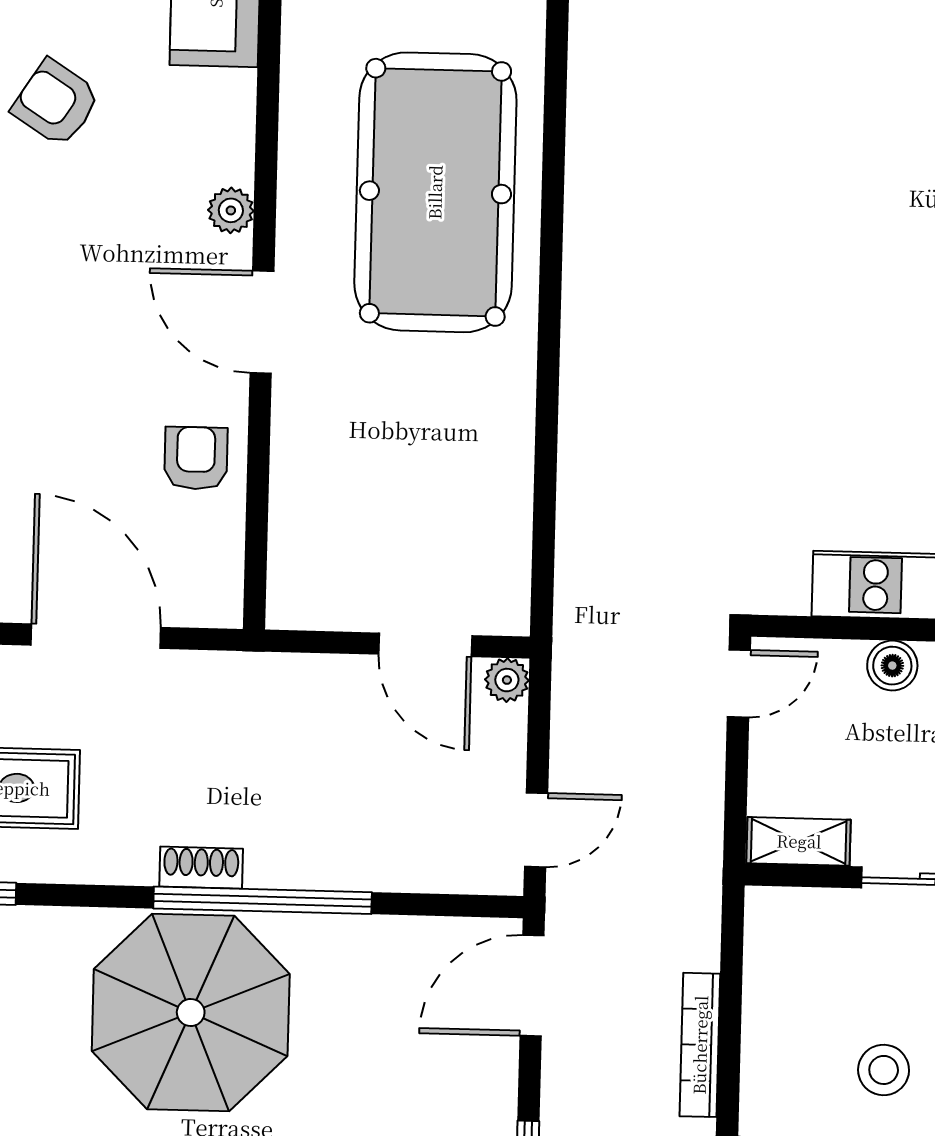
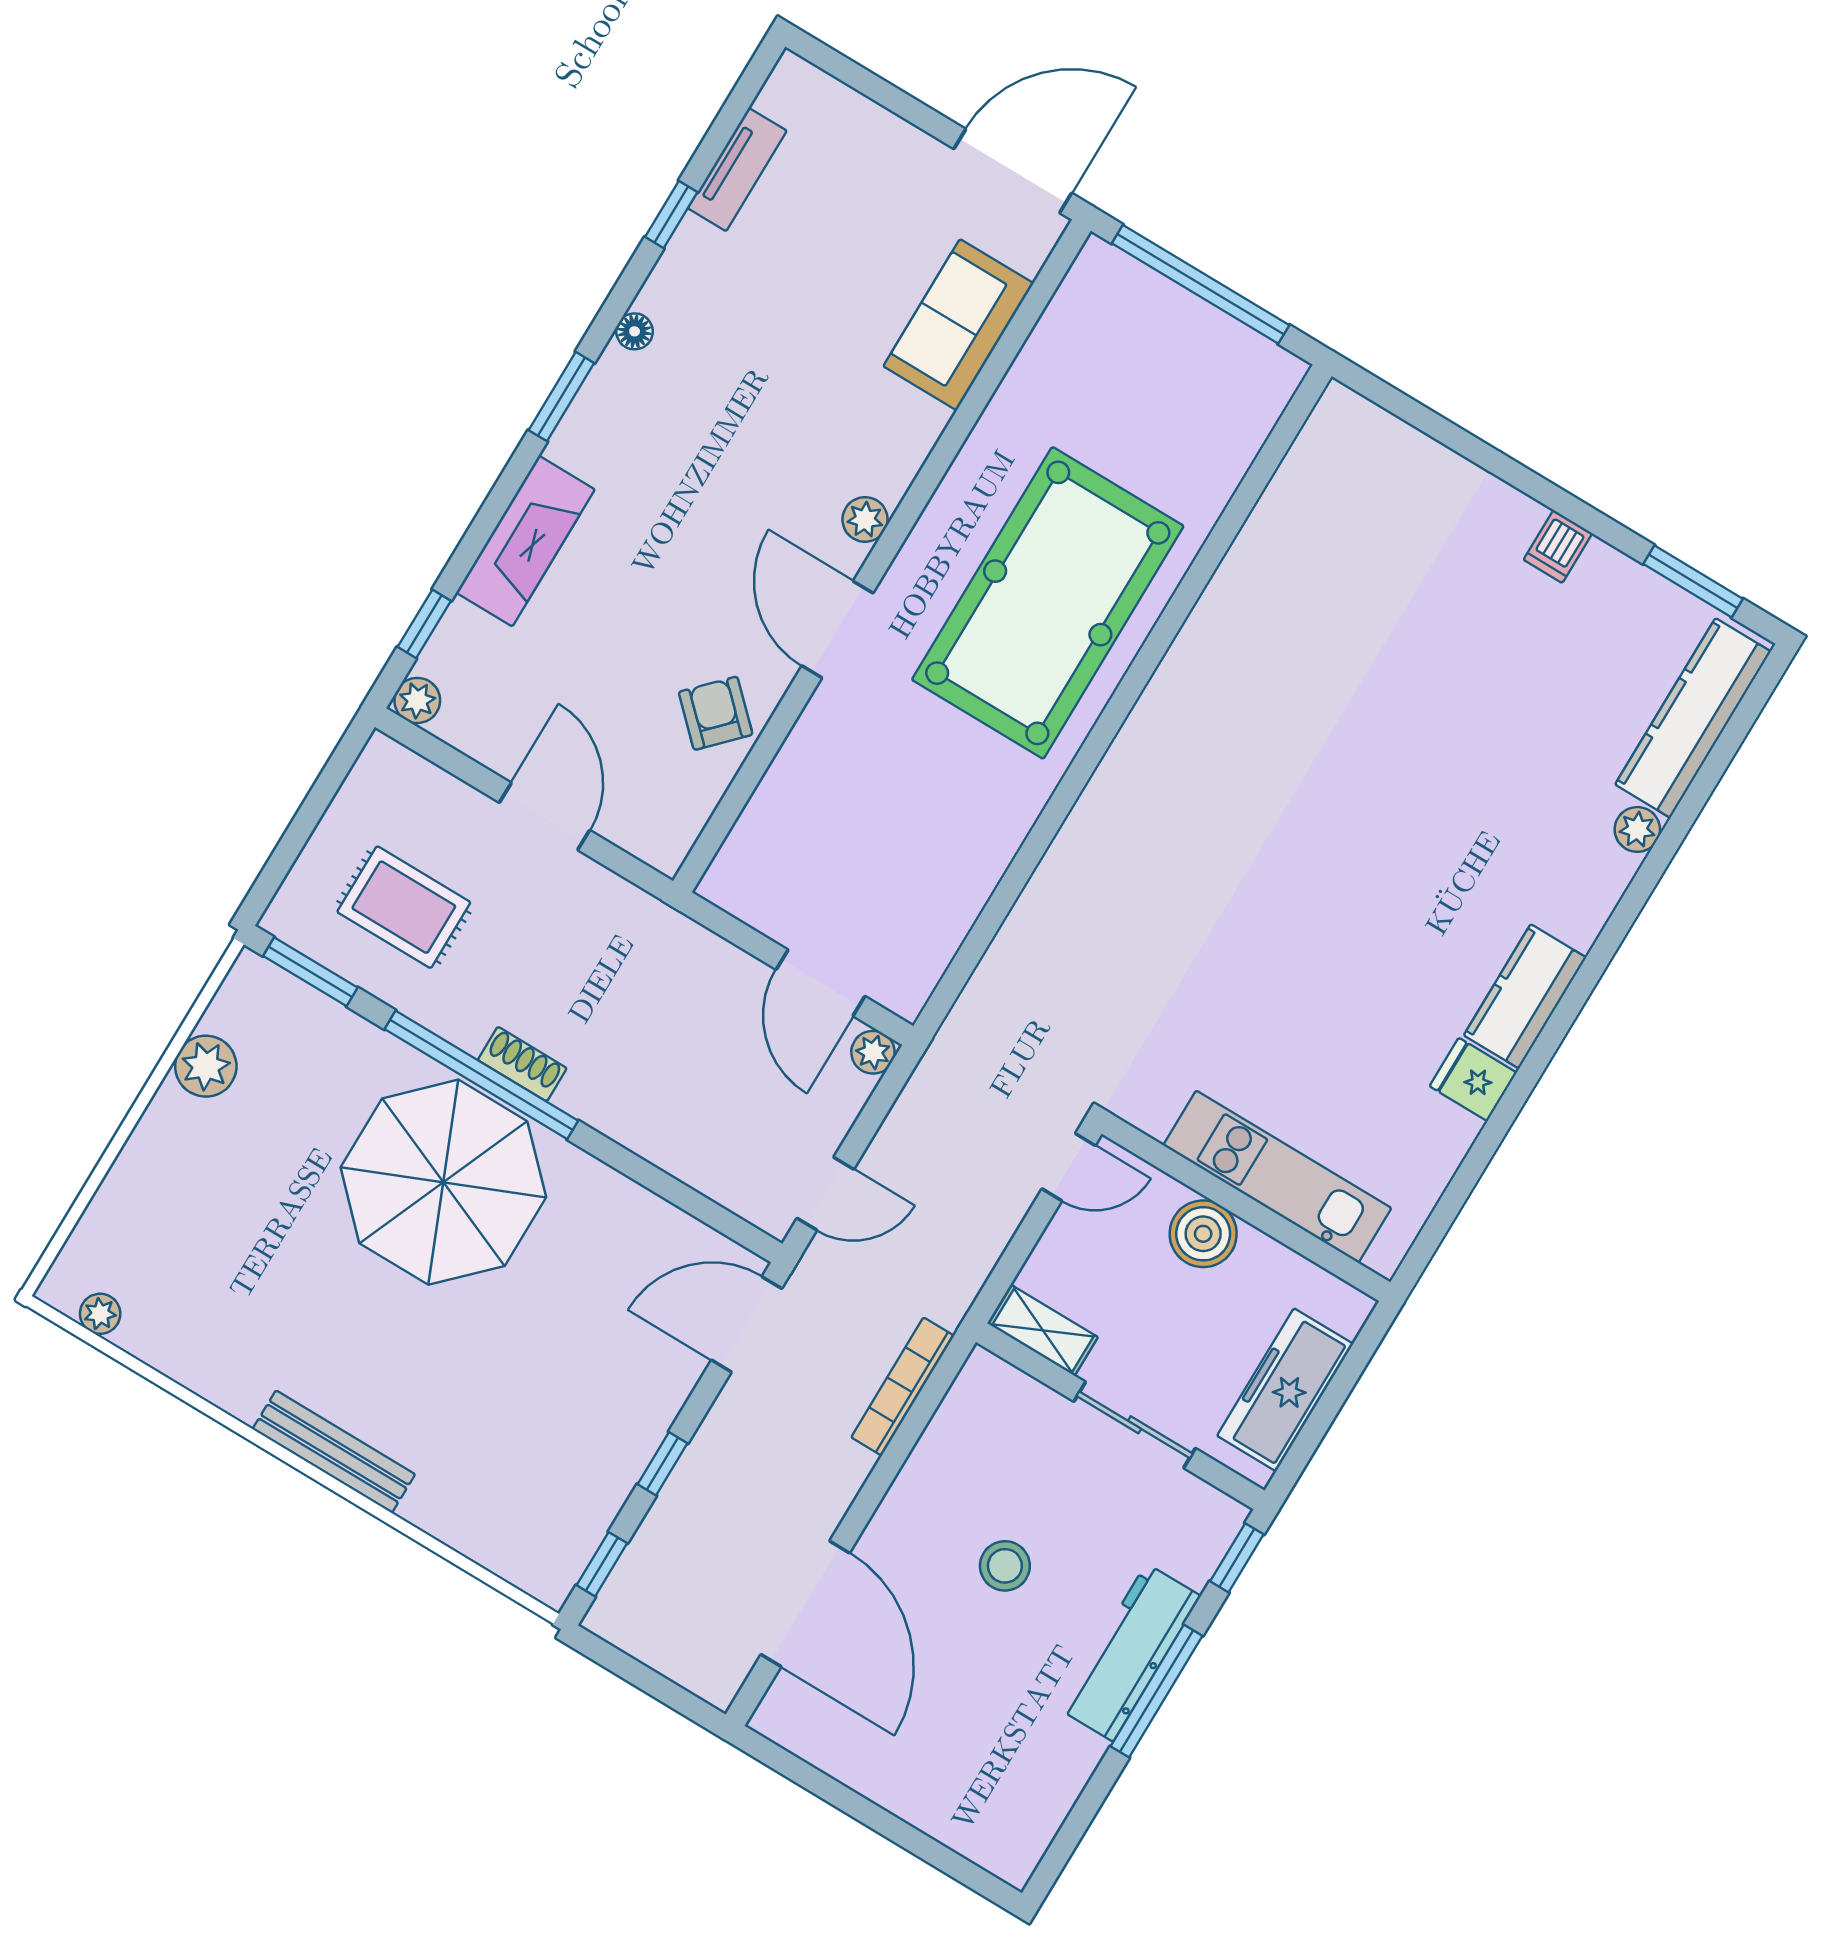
armchair: (56, 103) -> (768, 343), removed
armchair: (196, 458) -> (716, 713), turned -46
door: (96, 636) -> (545, 816), width x0.73
boiler: (892, 666) -> (1203, 1234), width x1.36, depth x1.36
window: (263, 900) -> (481, 1075), moved
bookcase: (700, 1045) -> (903, 1387), moved

